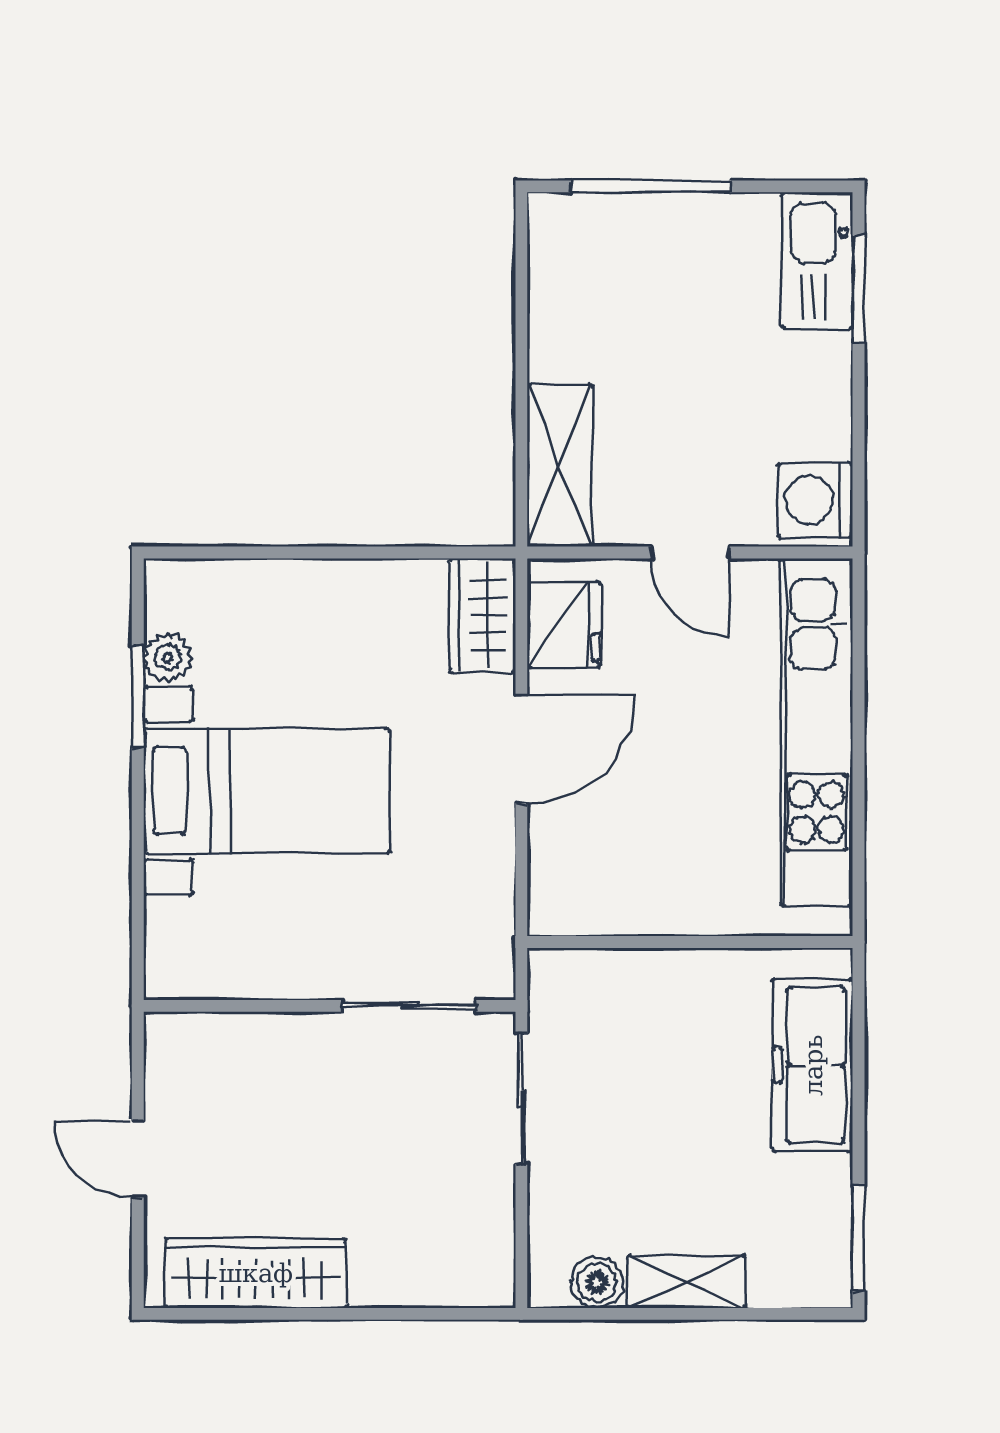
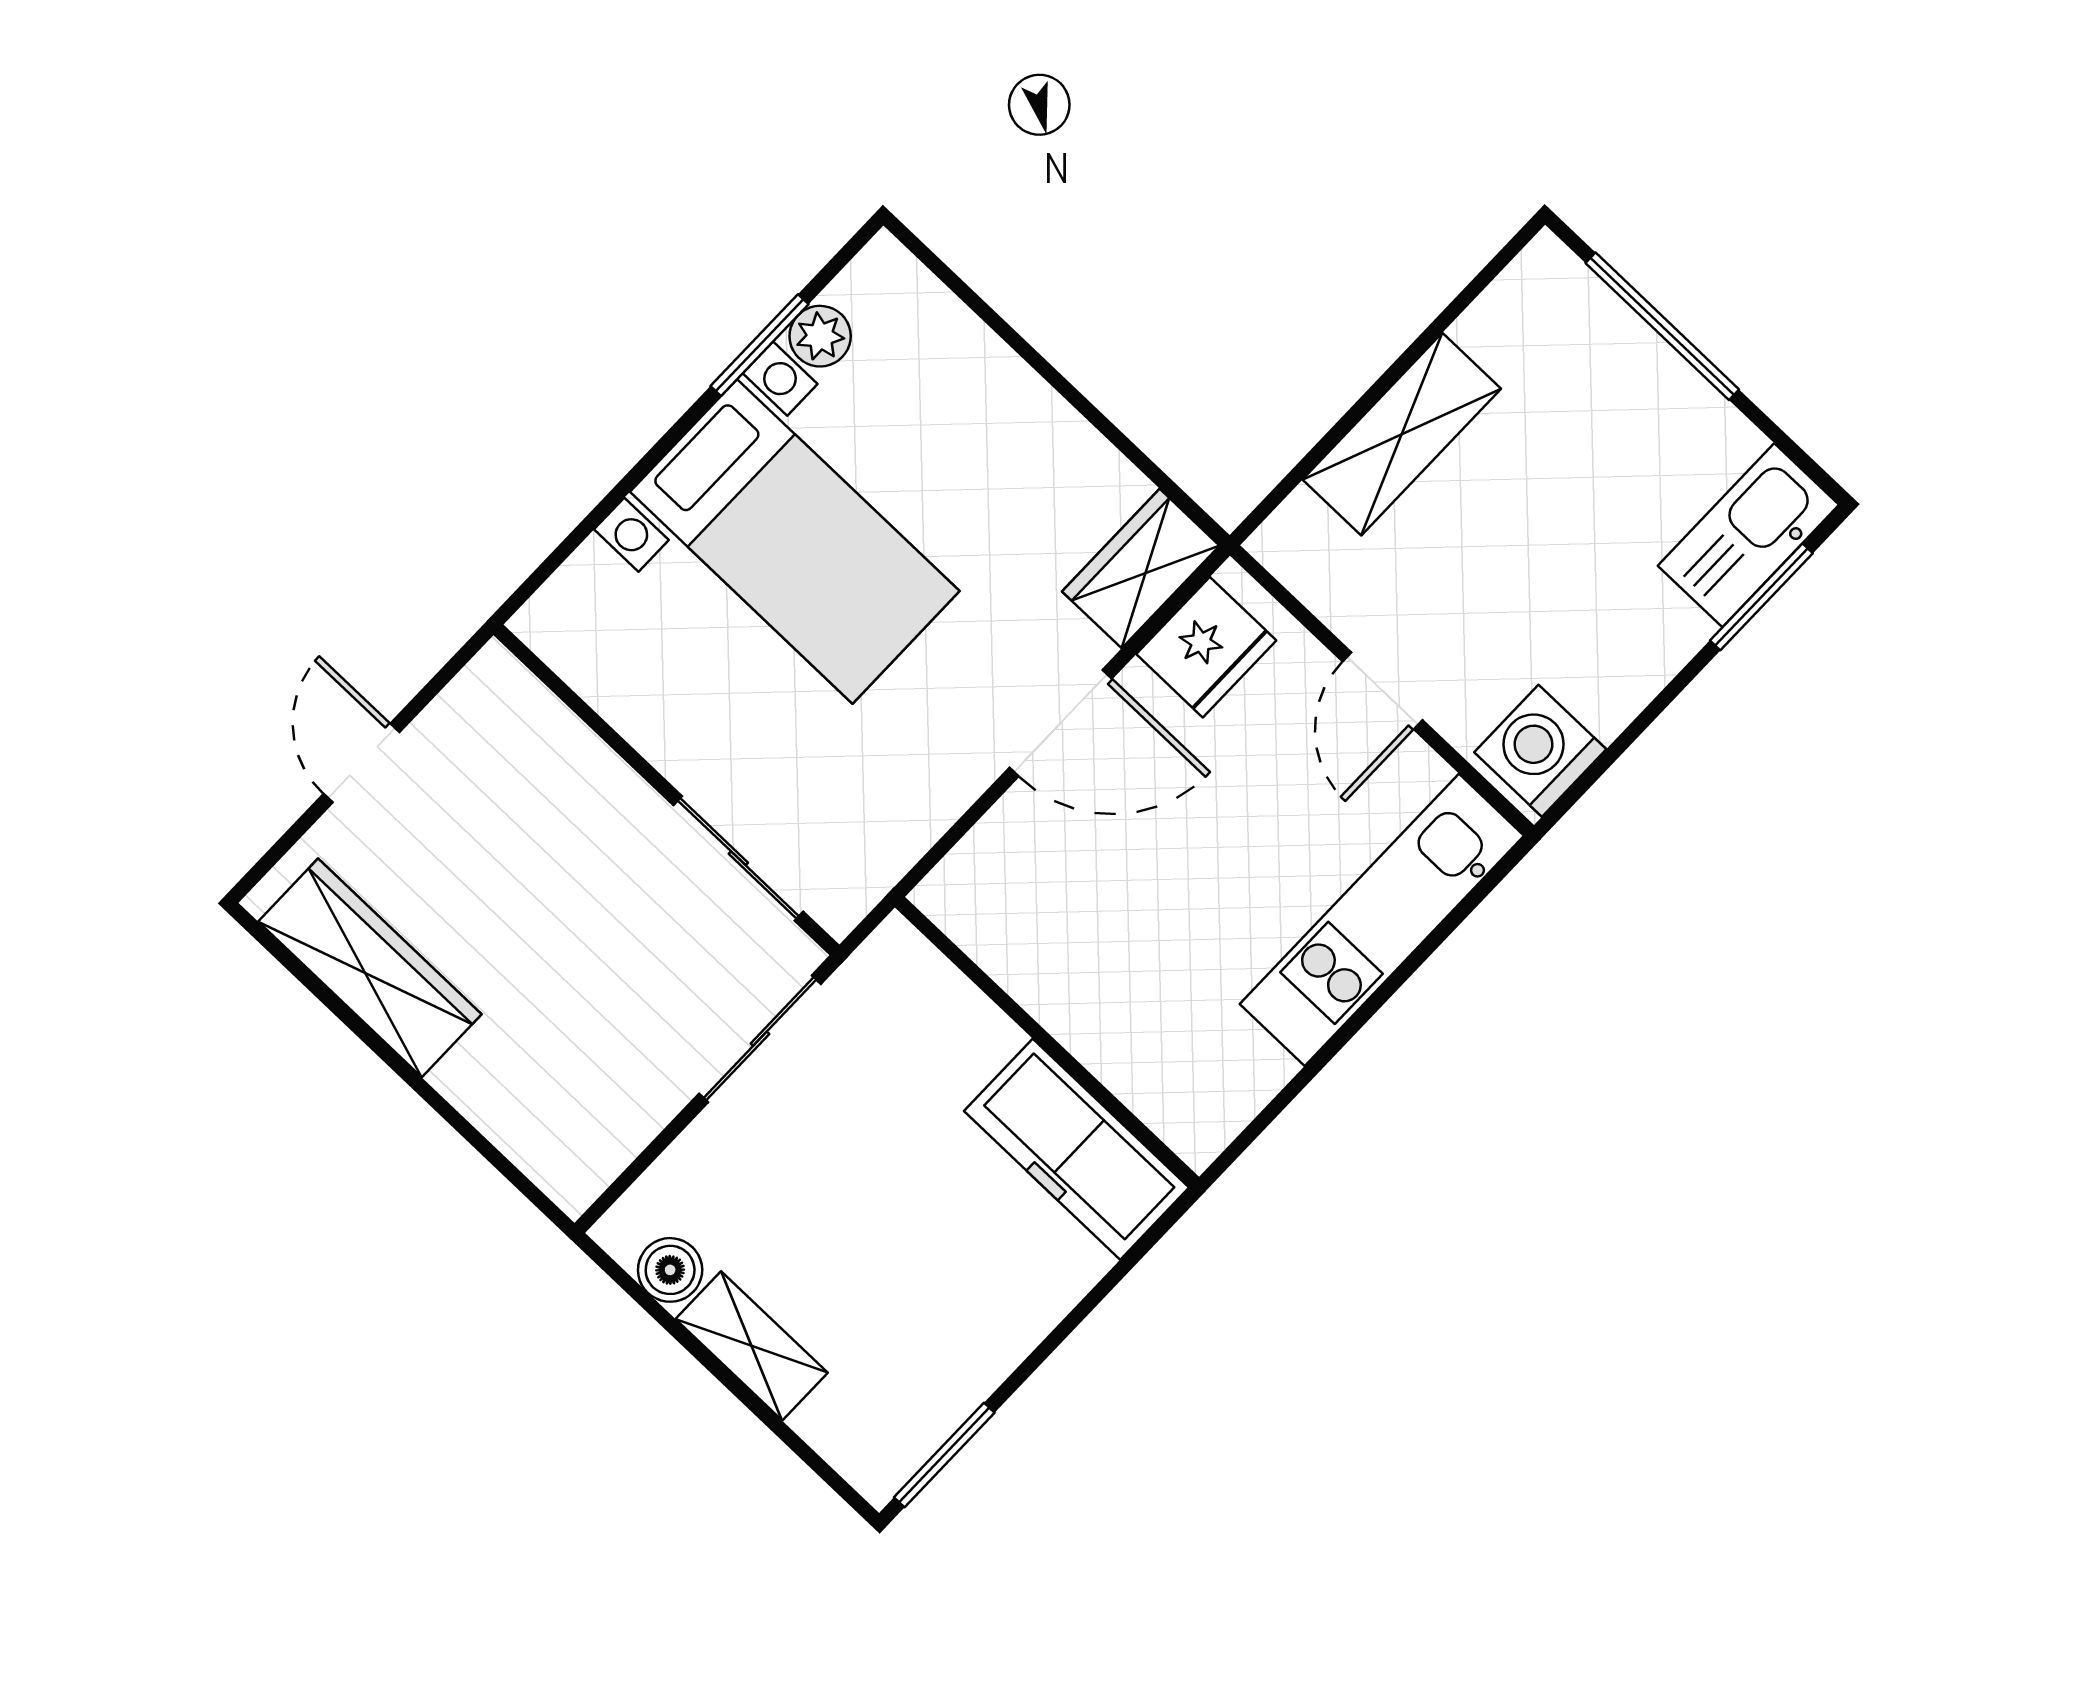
shelving: (560, 465) -> (1402, 434), moved
kitchen unit: (817, 732) -> (1382, 920), width x0.73
freezer: (813, 1065) -> (1076, 1149), moved, turned -90

